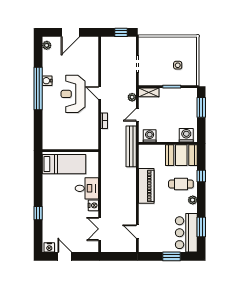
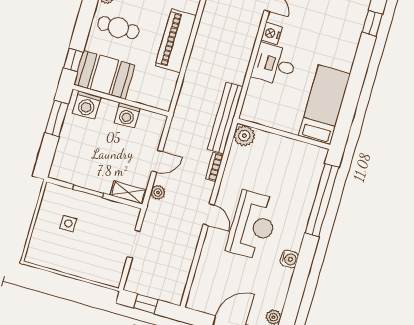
window: (38, 89) -> (322, 200), moved
window: (201, 107) -> (57, 118), moved
washing machine: (150, 136) -> (127, 115), moved
plant: (92, 143) -> (244, 136), added
bench: (131, 146) -> (225, 118), moved
bed: (64, 164) -> (324, 105), moved, turned 90
window: (201, 176) -> (73, 60), moved
window: (38, 213) -> (372, 23), moved

